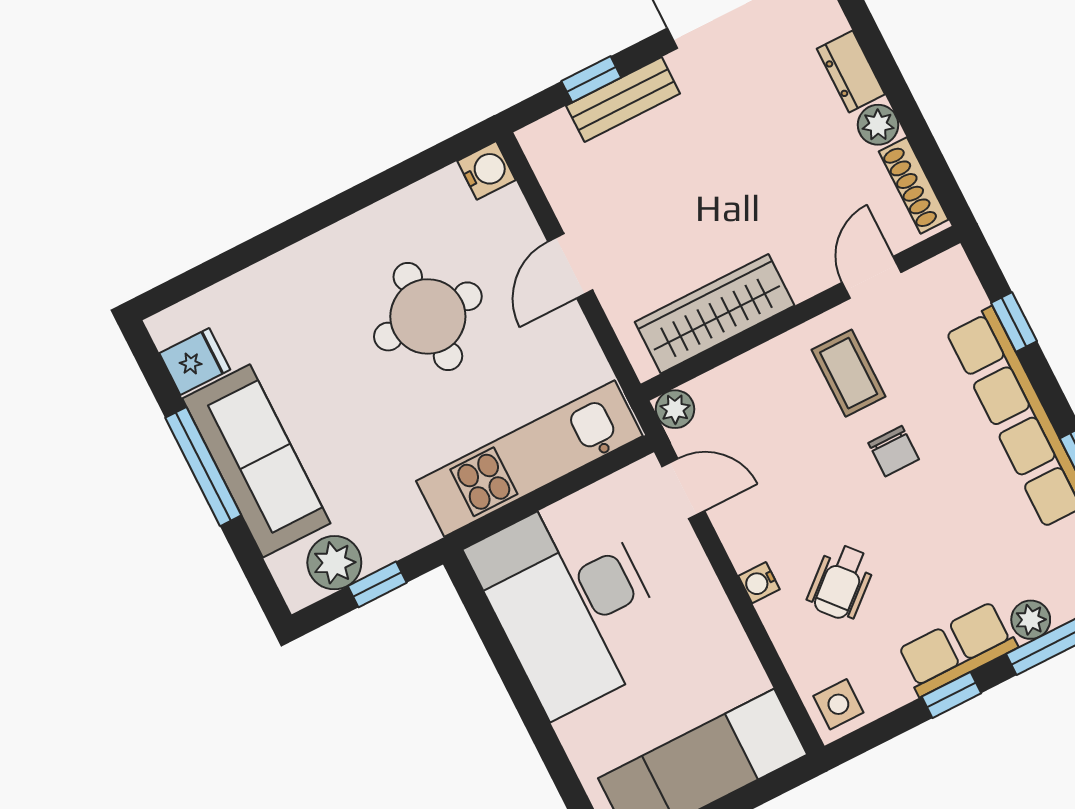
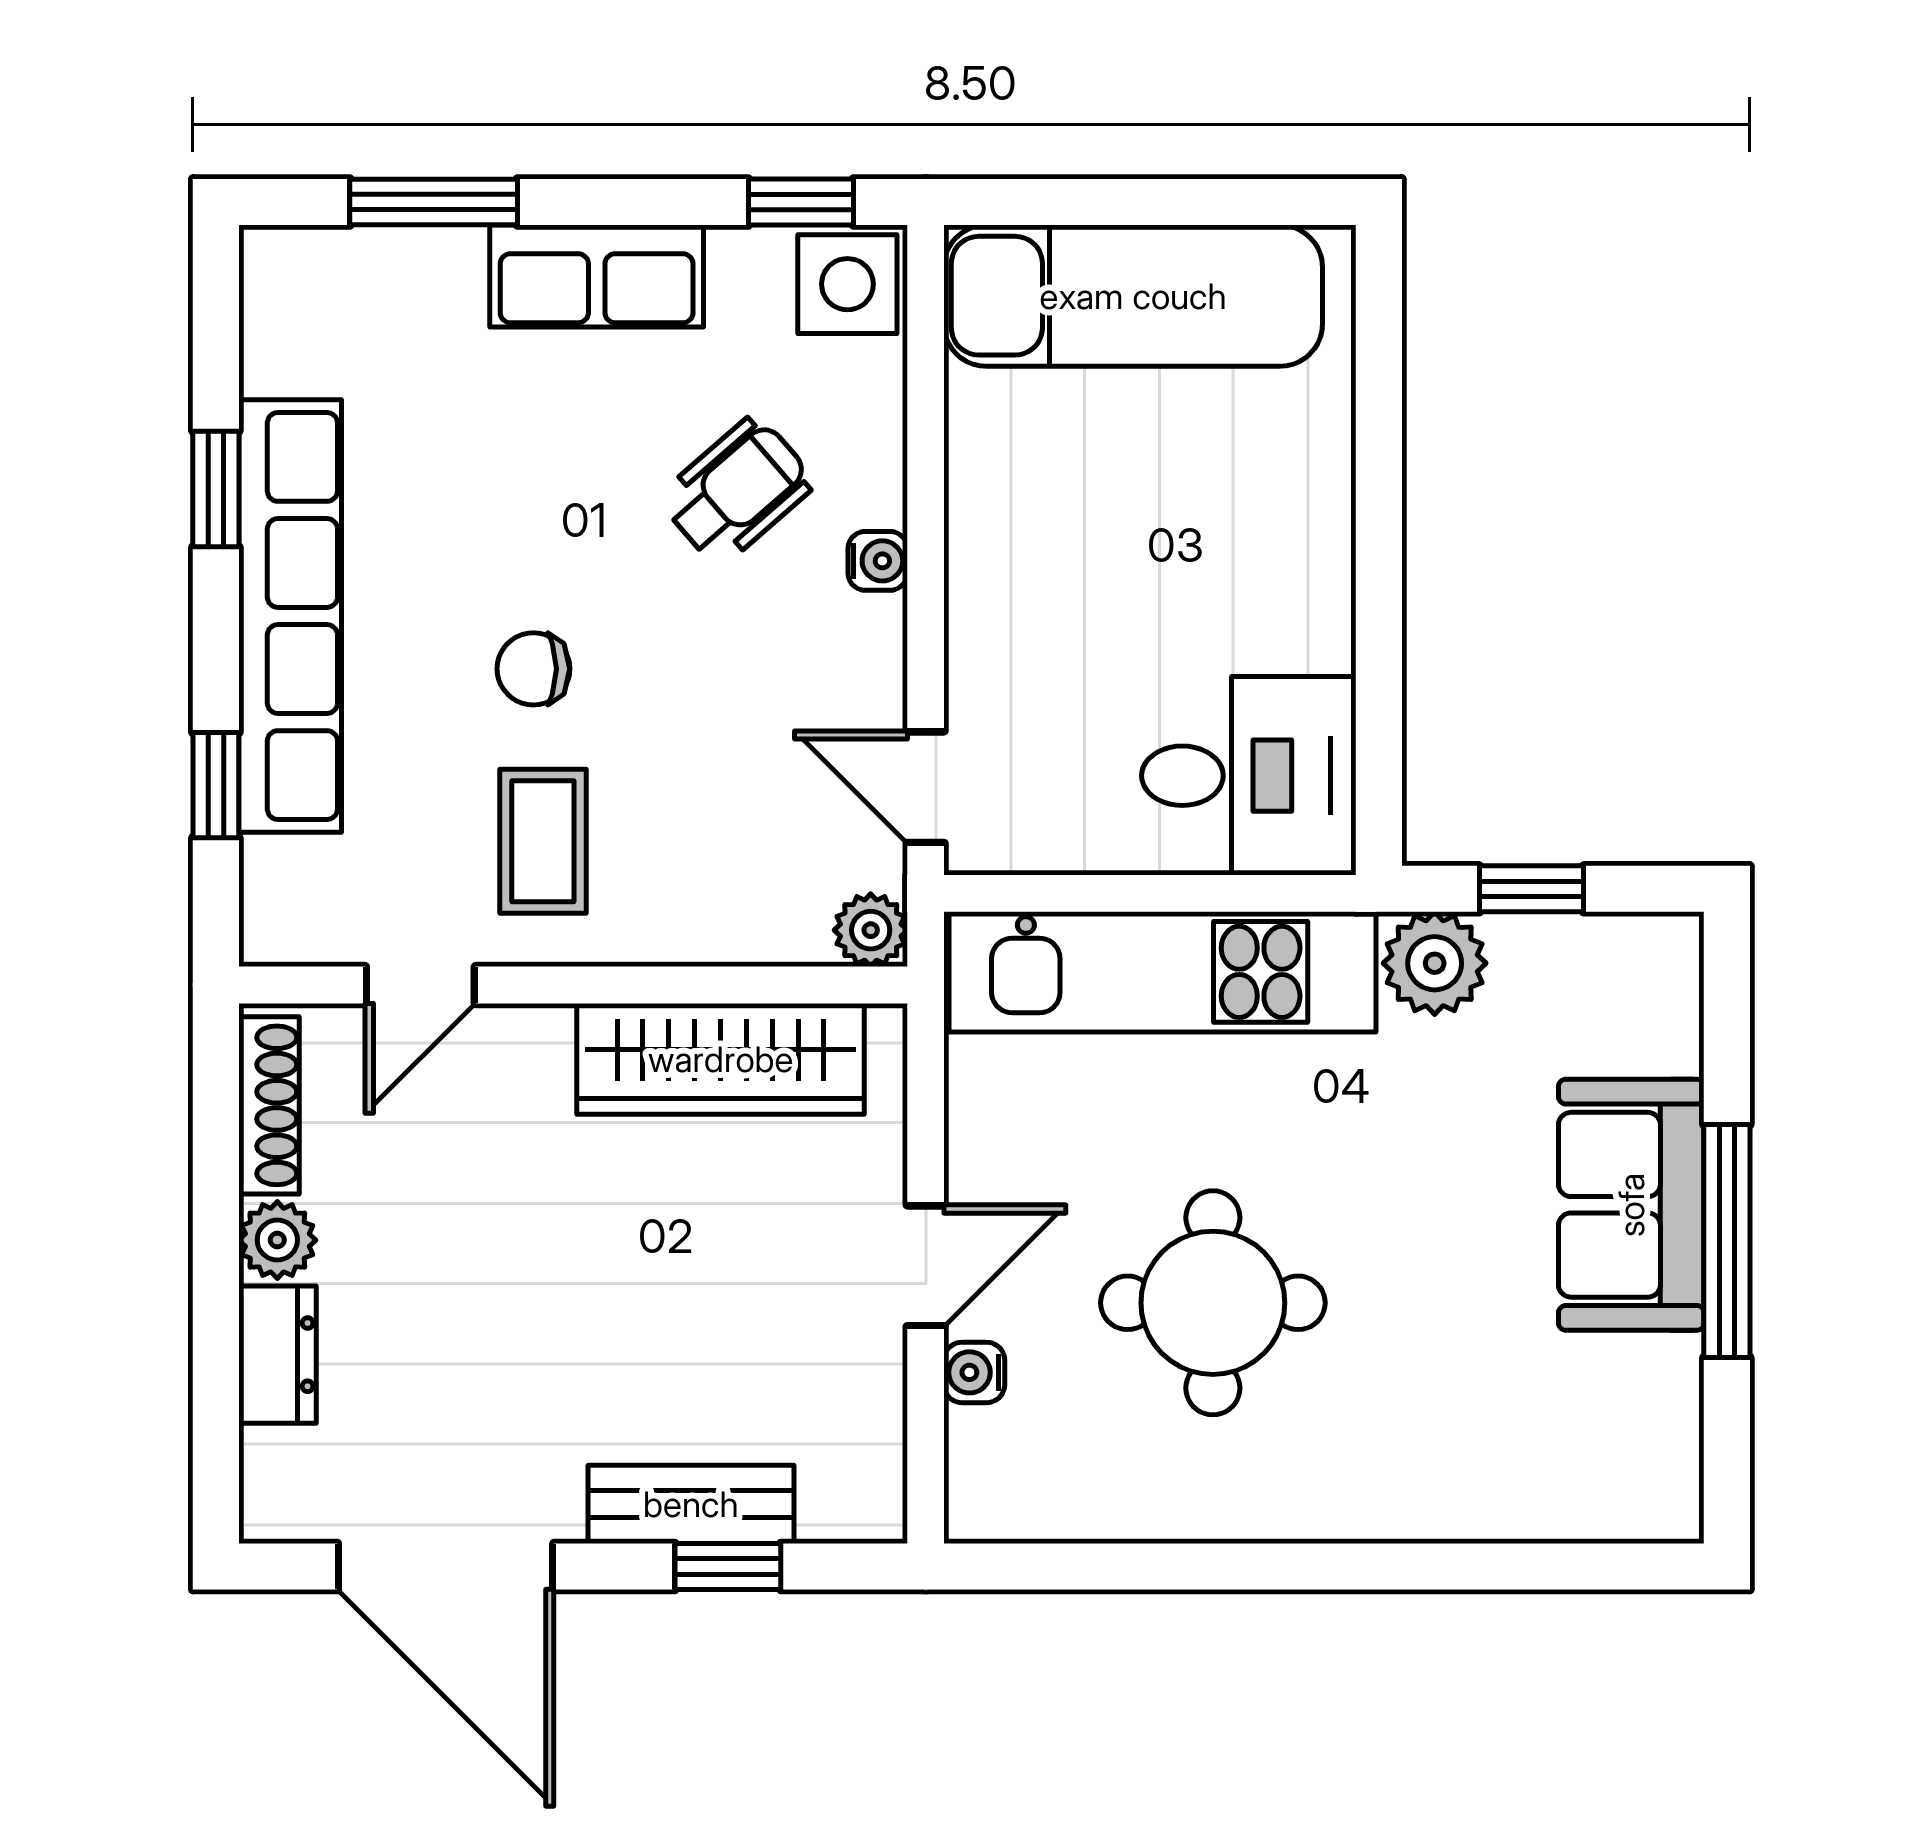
water cooler: (487, 170) -> (974, 1372), moved, width x0.72, depth x0.72
fridge: (195, 361) -> (1650, 1428), removed
chair: (894, 451) -> (533, 669), turned -90
sofa: (256, 461) -> (1631, 1205), width x0.73
plant: (334, 563) -> (1435, 963), moved
desk: (571, 603) -> (1249, 776), width x0.53, depth x0.77
plant: (1031, 620) -> (445, 262), removed
window: (951, 695) -> (801, 202), moved
side table: (838, 704) -> (847, 284), width x1.37, depth x1.37

